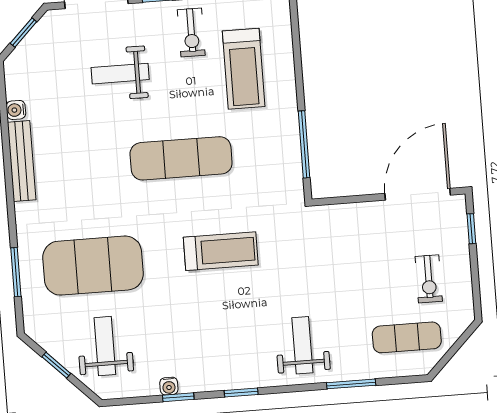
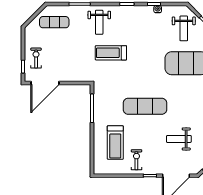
treadmill: (244, 69) -> (115, 143), turned 180
weight bench: (120, 74) -> (179, 139), moved, turned 180
treadmill: (221, 251) -> (111, 53), moved
exercise bike: (429, 279) -> (36, 58), moved

